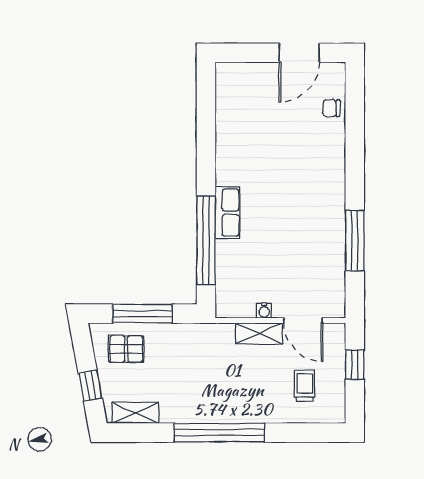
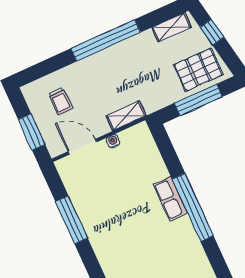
window: (206, 240) -> (193, 207), moved
shelving: (259, 333) -> (126, 116), moved
pallet: (126, 349) -> (198, 70), width x1.50, depth x1.42
window: (355, 365) -> (32, 132), width x1.50

